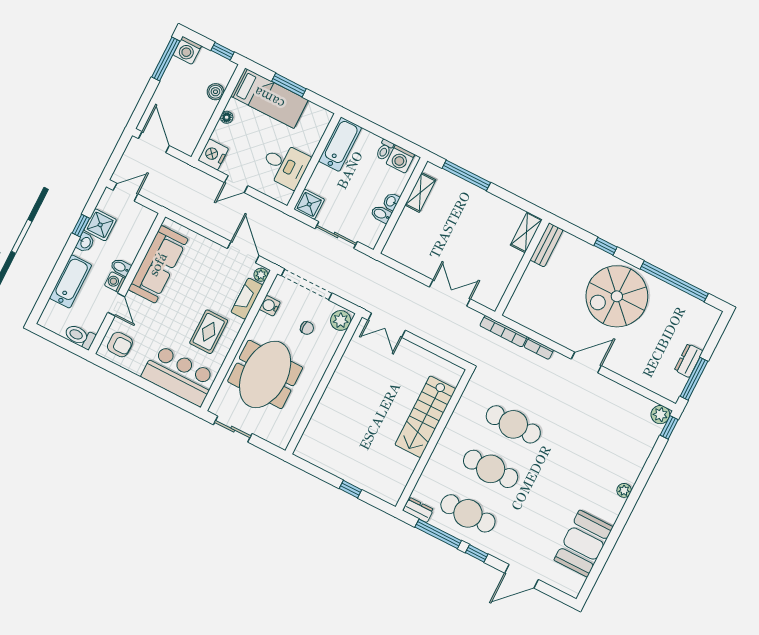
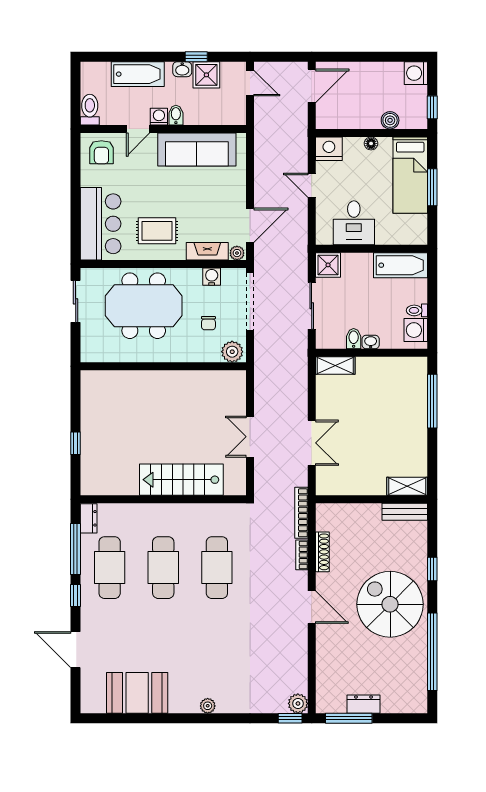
window: (166, 59) -> (397, 57), removed
shelving: (420, 192) -> (335, 365), moved
double door: (387, 325) -> (250, 437), moved
shoe rack: (545, 330) -> (322, 552), added

